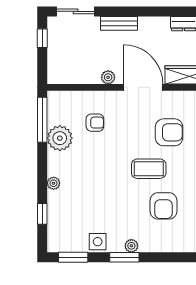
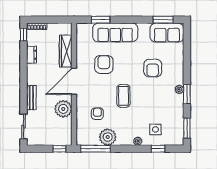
window: (42, 38) -> (59, 149), moved
plant: (108, 77) -> (63, 109), width x1.87, depth x1.87
coffee table: (149, 169) -> (123, 96), moved
armchair: (163, 206) -> (153, 68), turned 90
side table: (98, 242) -> (155, 129), moved

